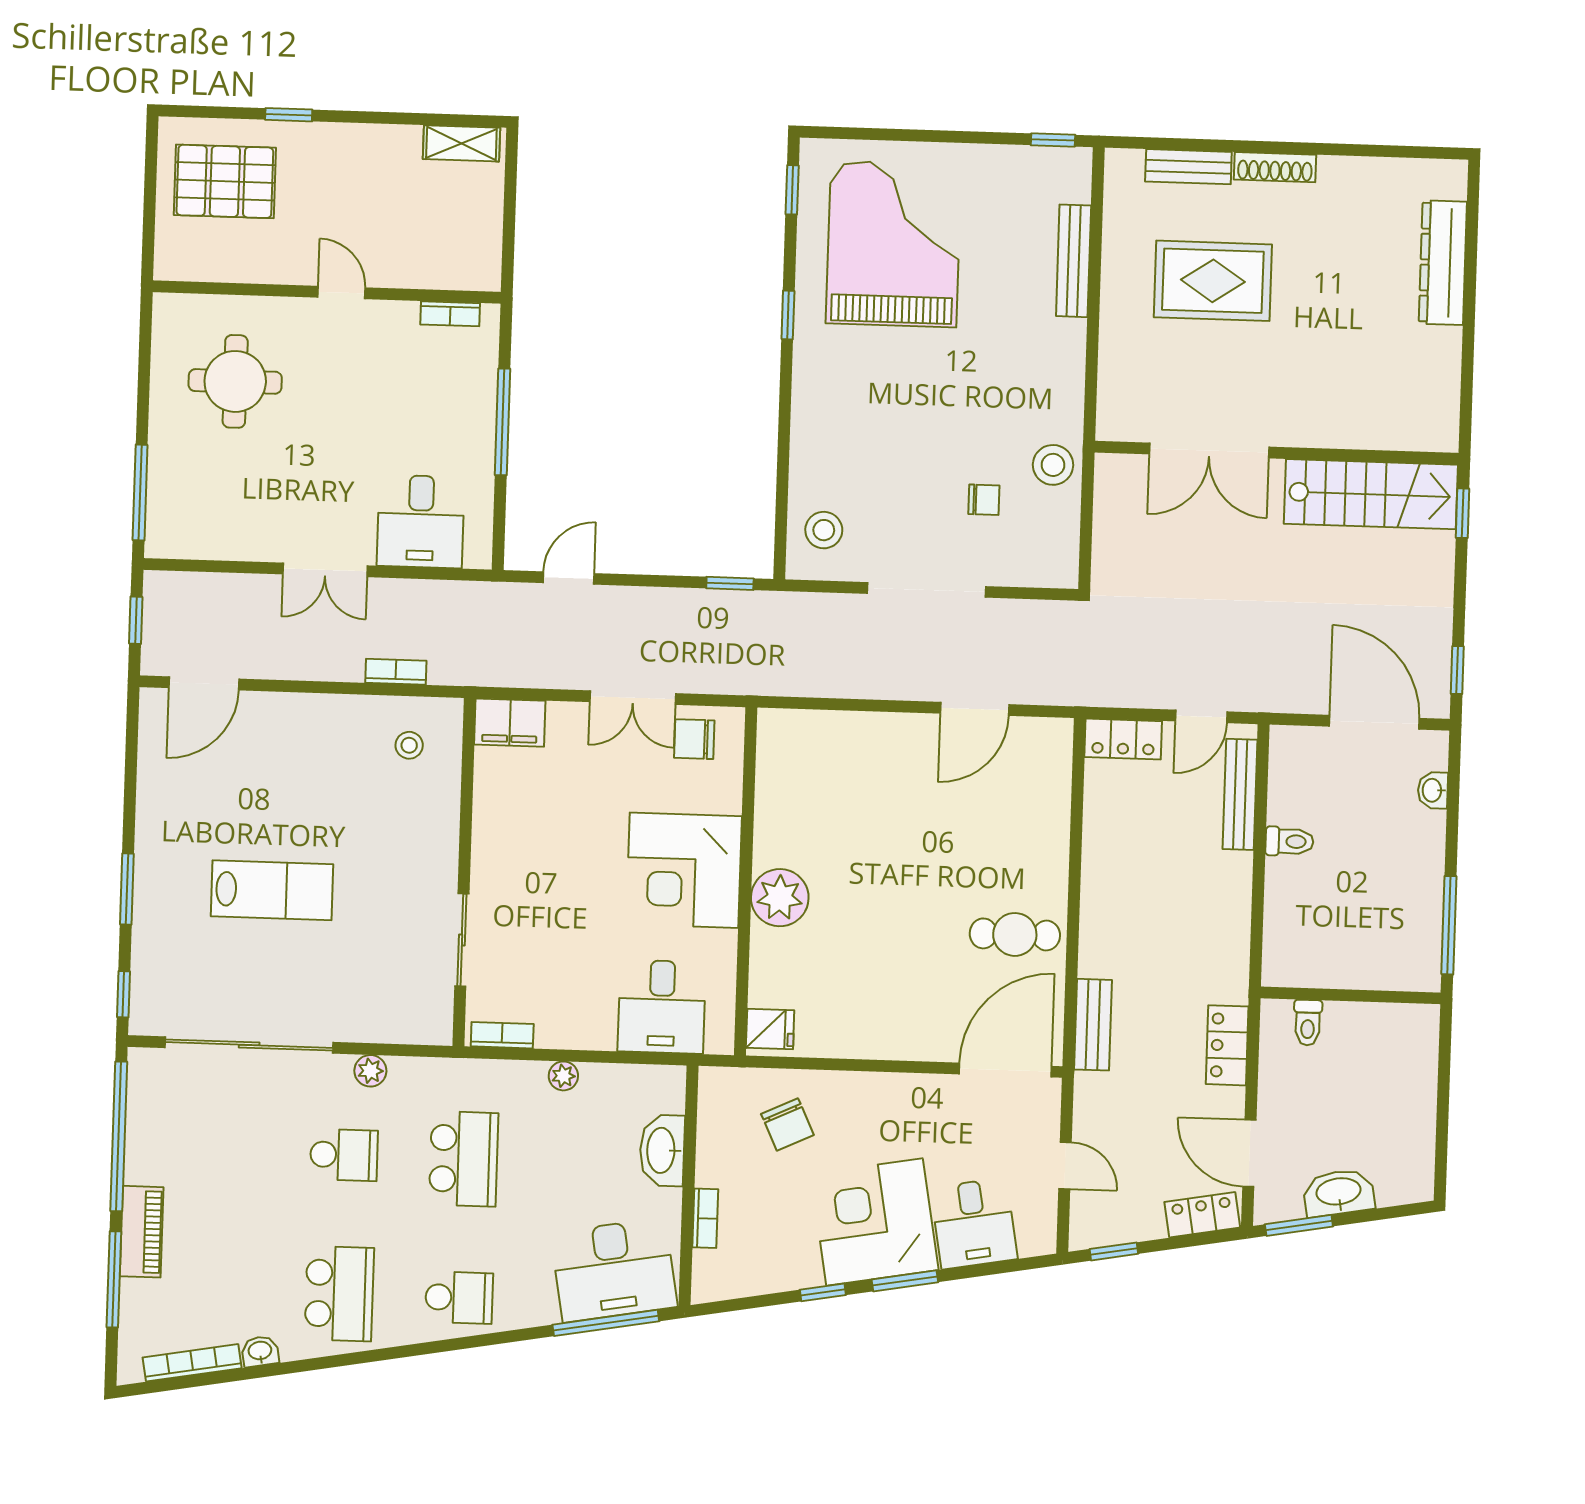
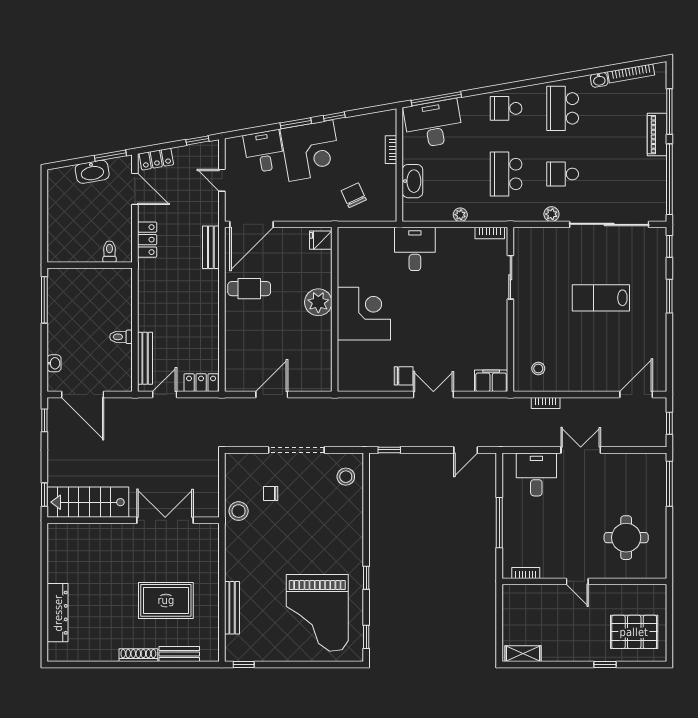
corner desk: (684, 870) -> (364, 314), moved
wall: (746, 881) -> (335, 309), moved
plant: (780, 898) -> (318, 302), moved
fridge: (770, 1029) -> (321, 240), moved

